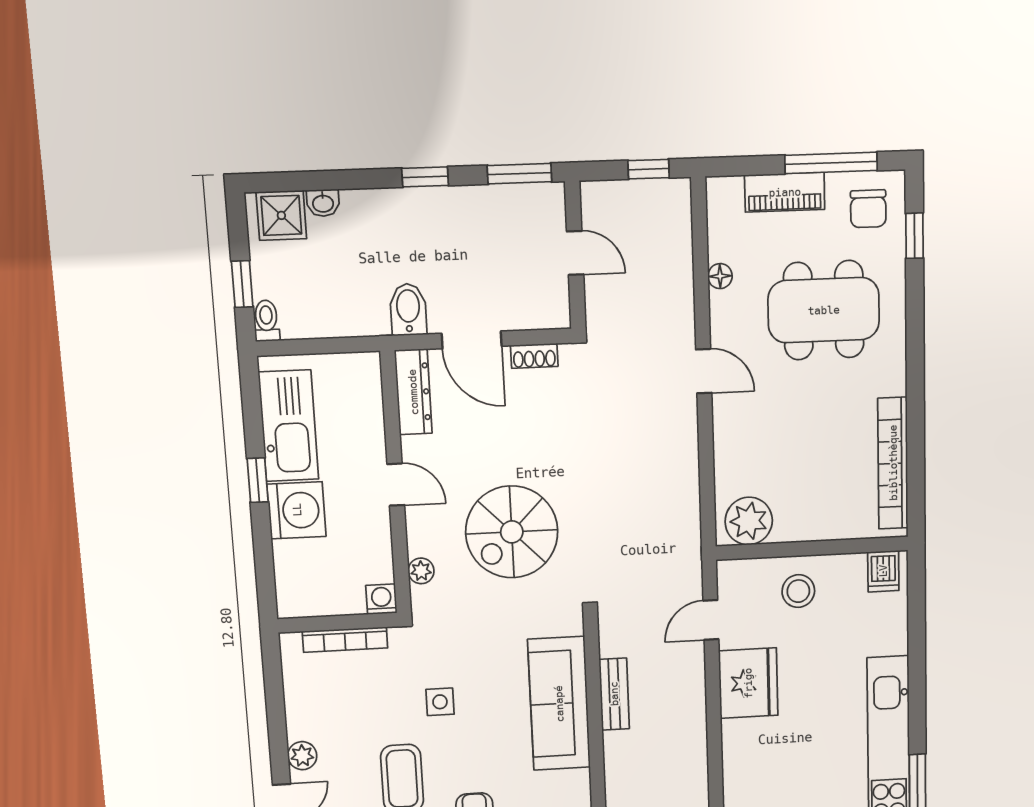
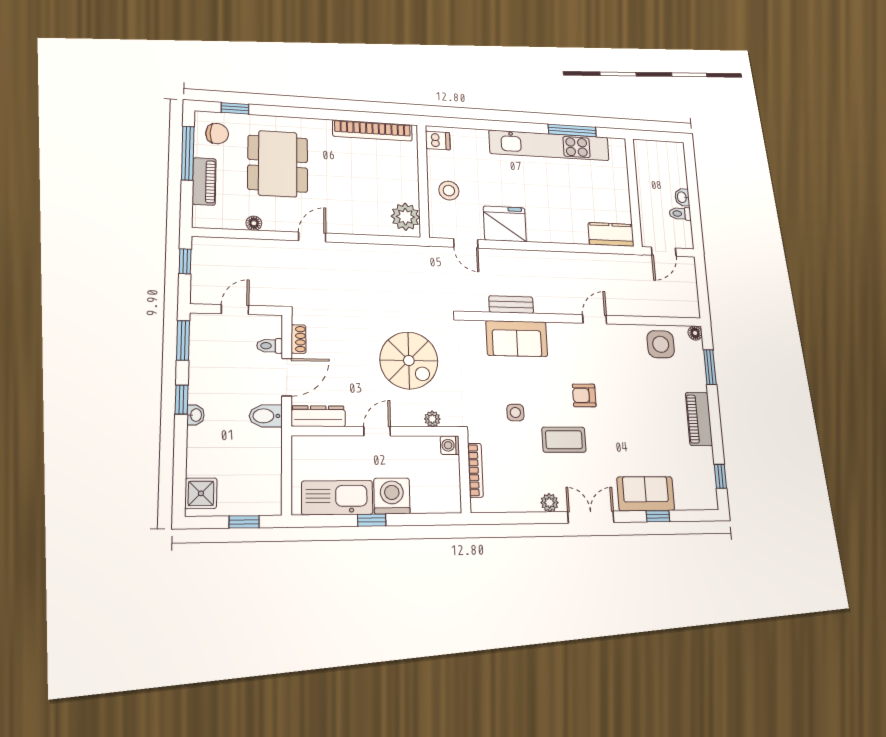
washbasin: (323, 203) -> (196, 415), moved
toilet: (266, 321) -> (270, 346), moved
sofa: (559, 704) -> (517, 339), width x0.73

